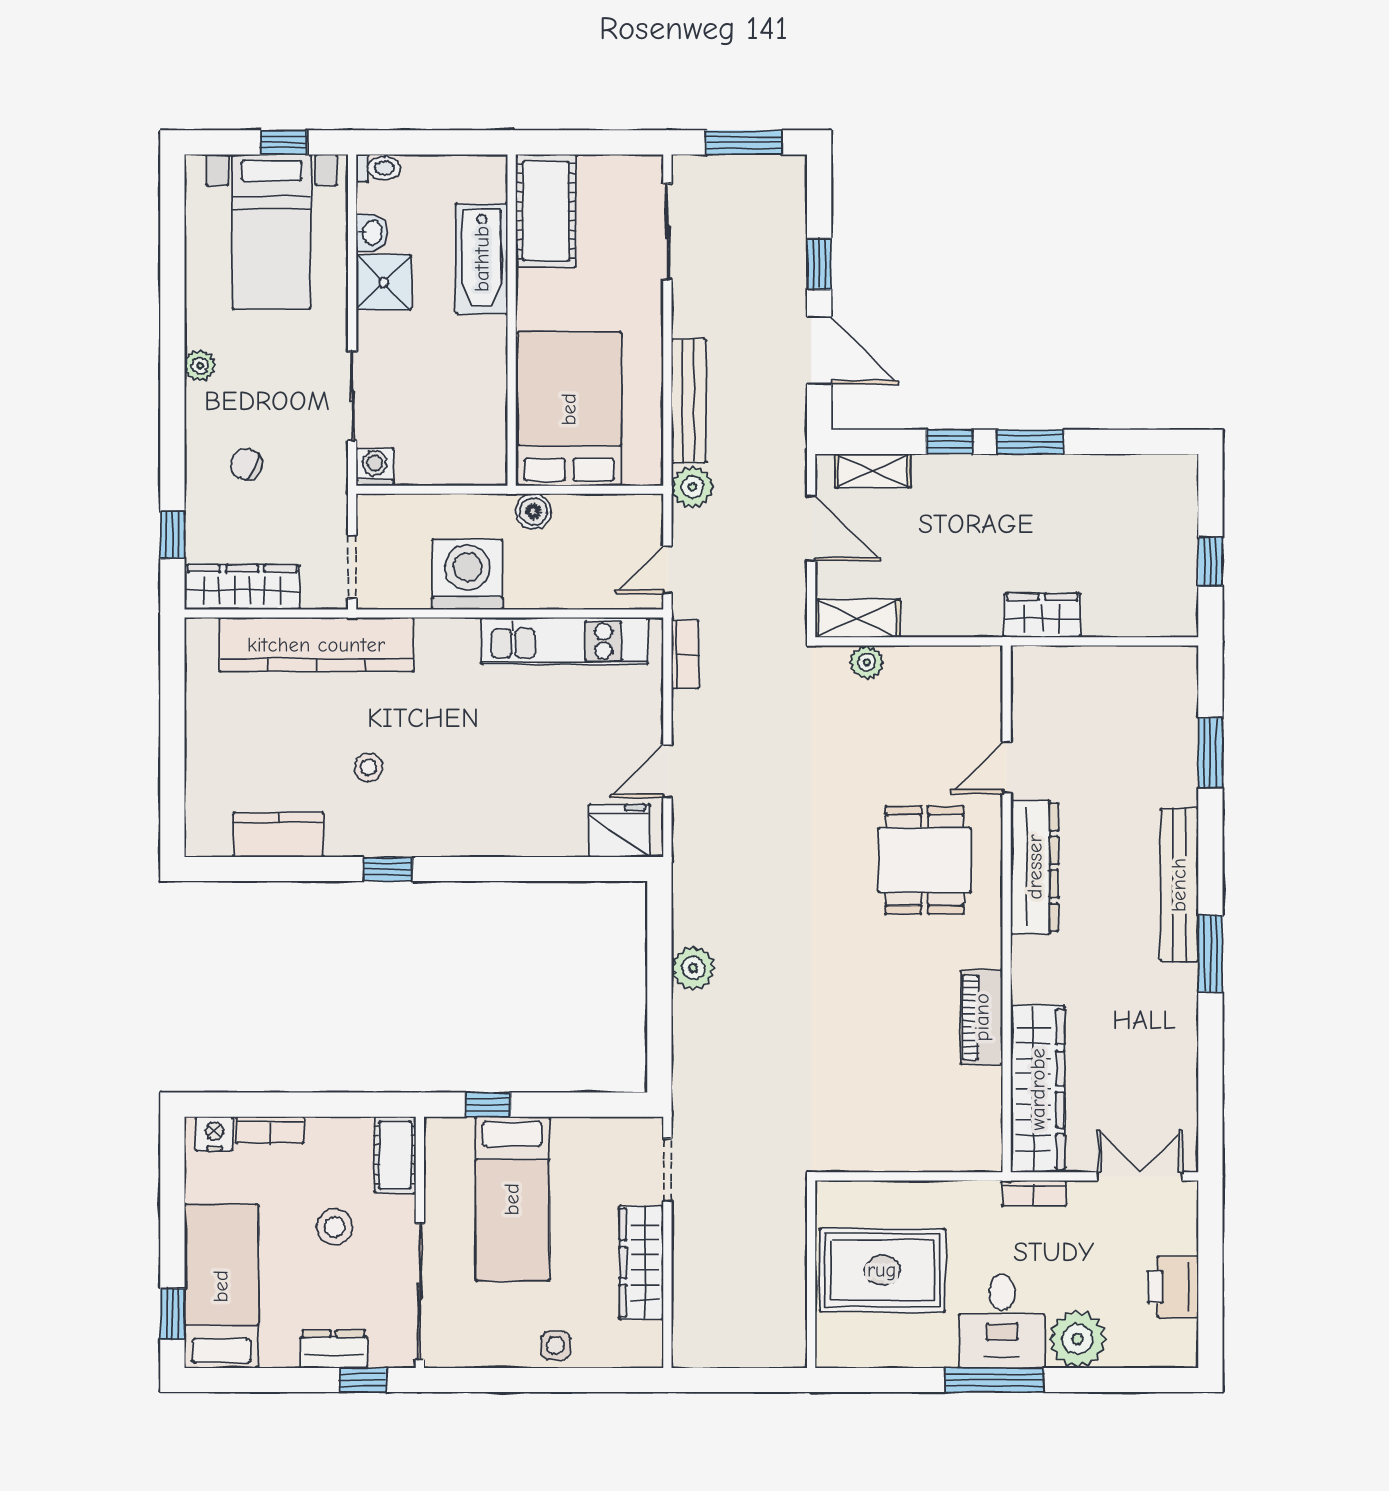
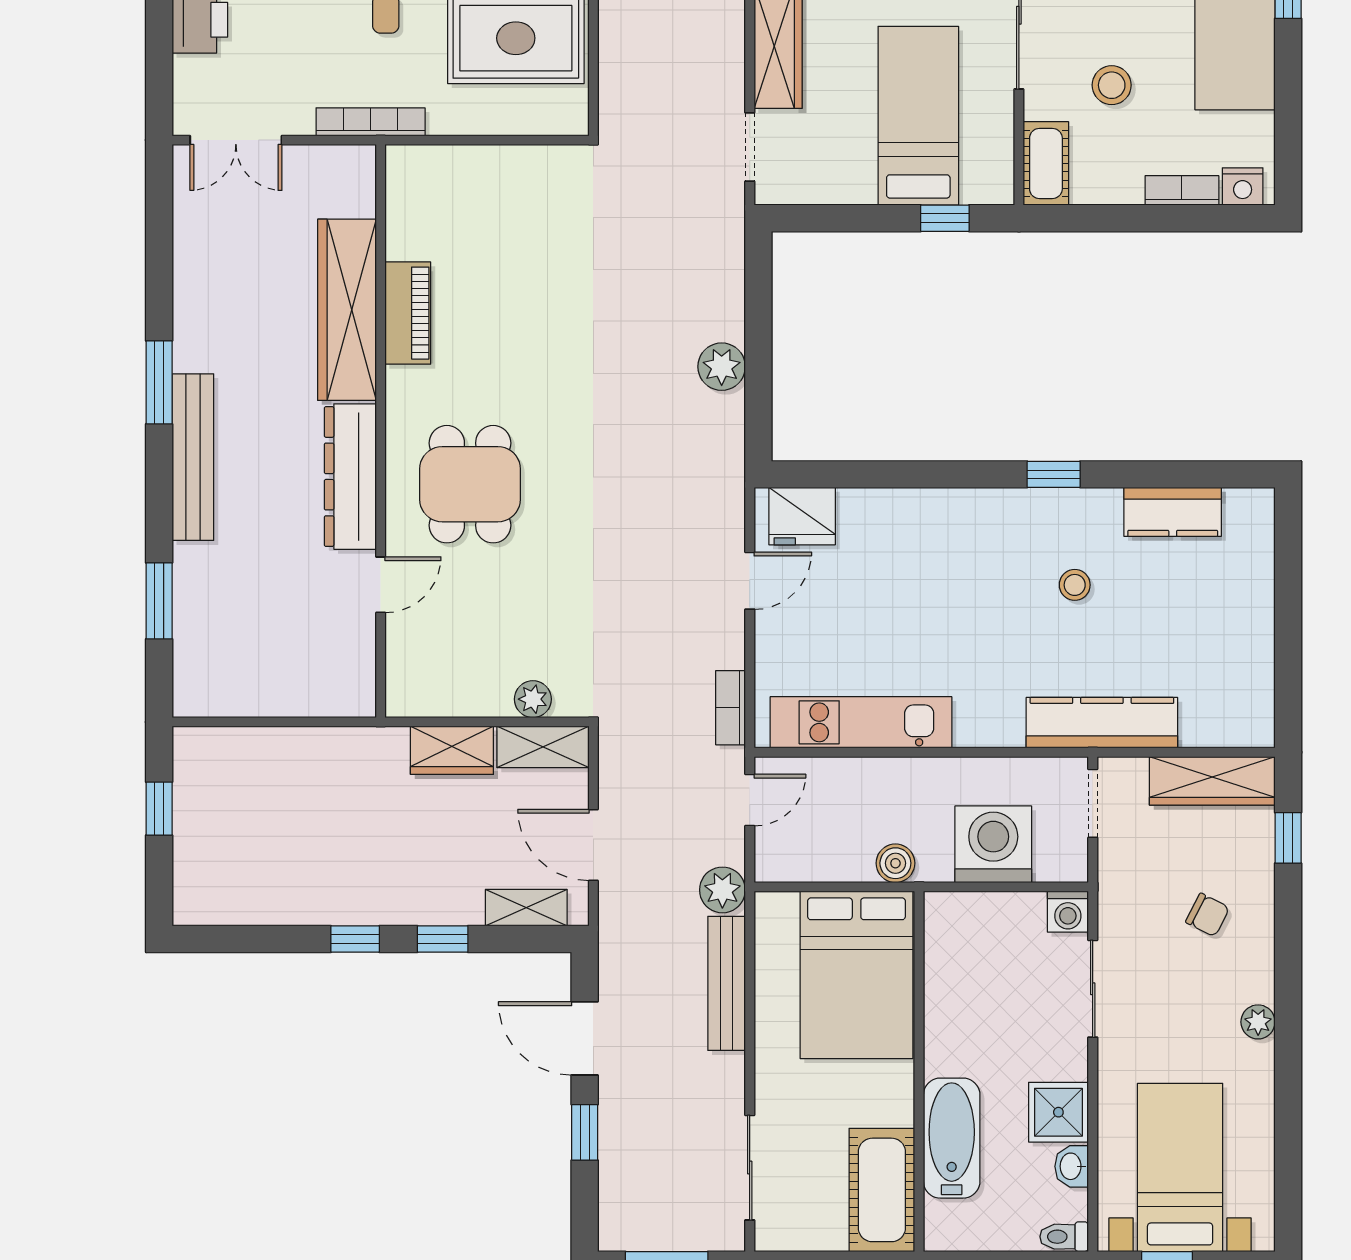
window: (1030, 442) -> (355, 939), width x0.67
washing machine: (467, 574) -> (993, 844), moved, turned 180
wardrobe: (1042, 615) -> (452, 750), moved
kitchen counter: (316, 645) -> (1102, 723), width x0.72, depth x0.86
wardrobe: (1038, 1089) -> (347, 310), moved
bookcase: (1034, 1193) -> (371, 122), width x1.56

